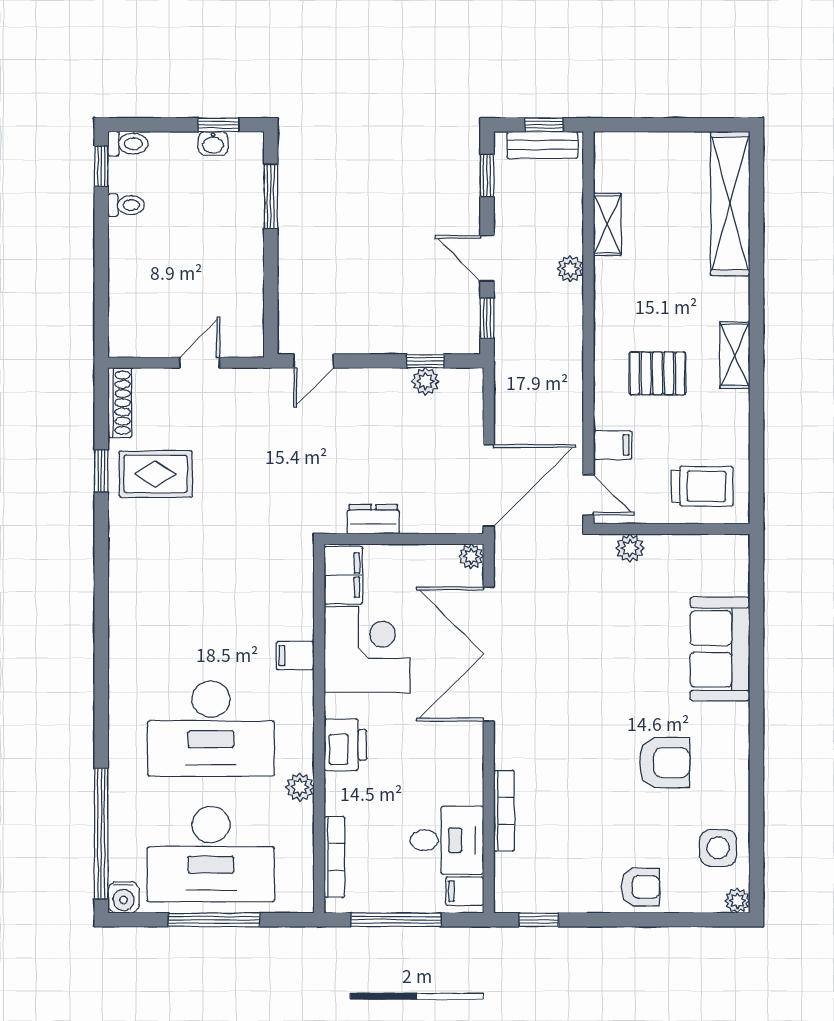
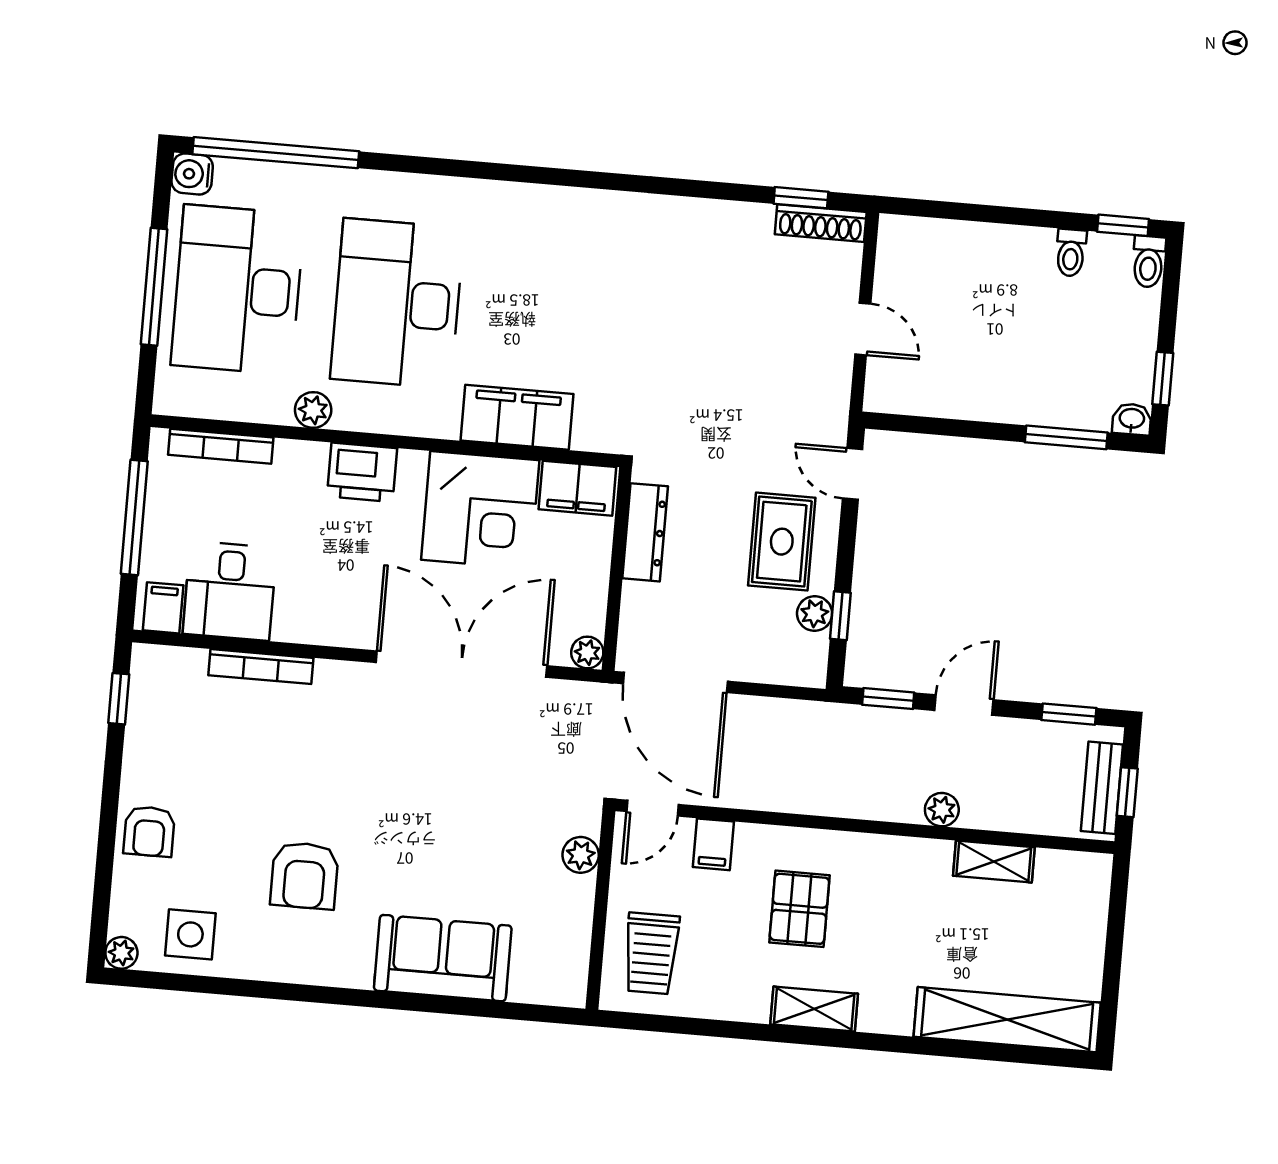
washbasin: (213, 143) -> (1132, 419), moved, turned 90
window: (101, 471) -> (801, 198), moved
rug: (156, 474) -> (782, 542), moved
dresser: (373, 519) -> (645, 532), width x1.44
filing cabinet: (295, 656) -> (517, 417), width x3.00, depth x1.17

